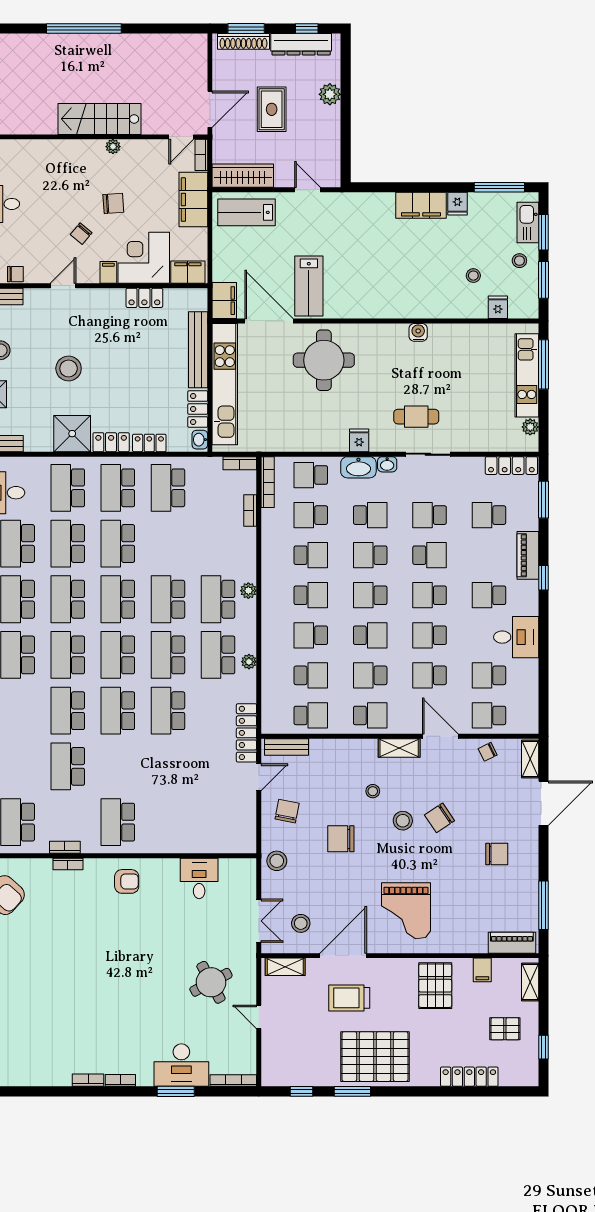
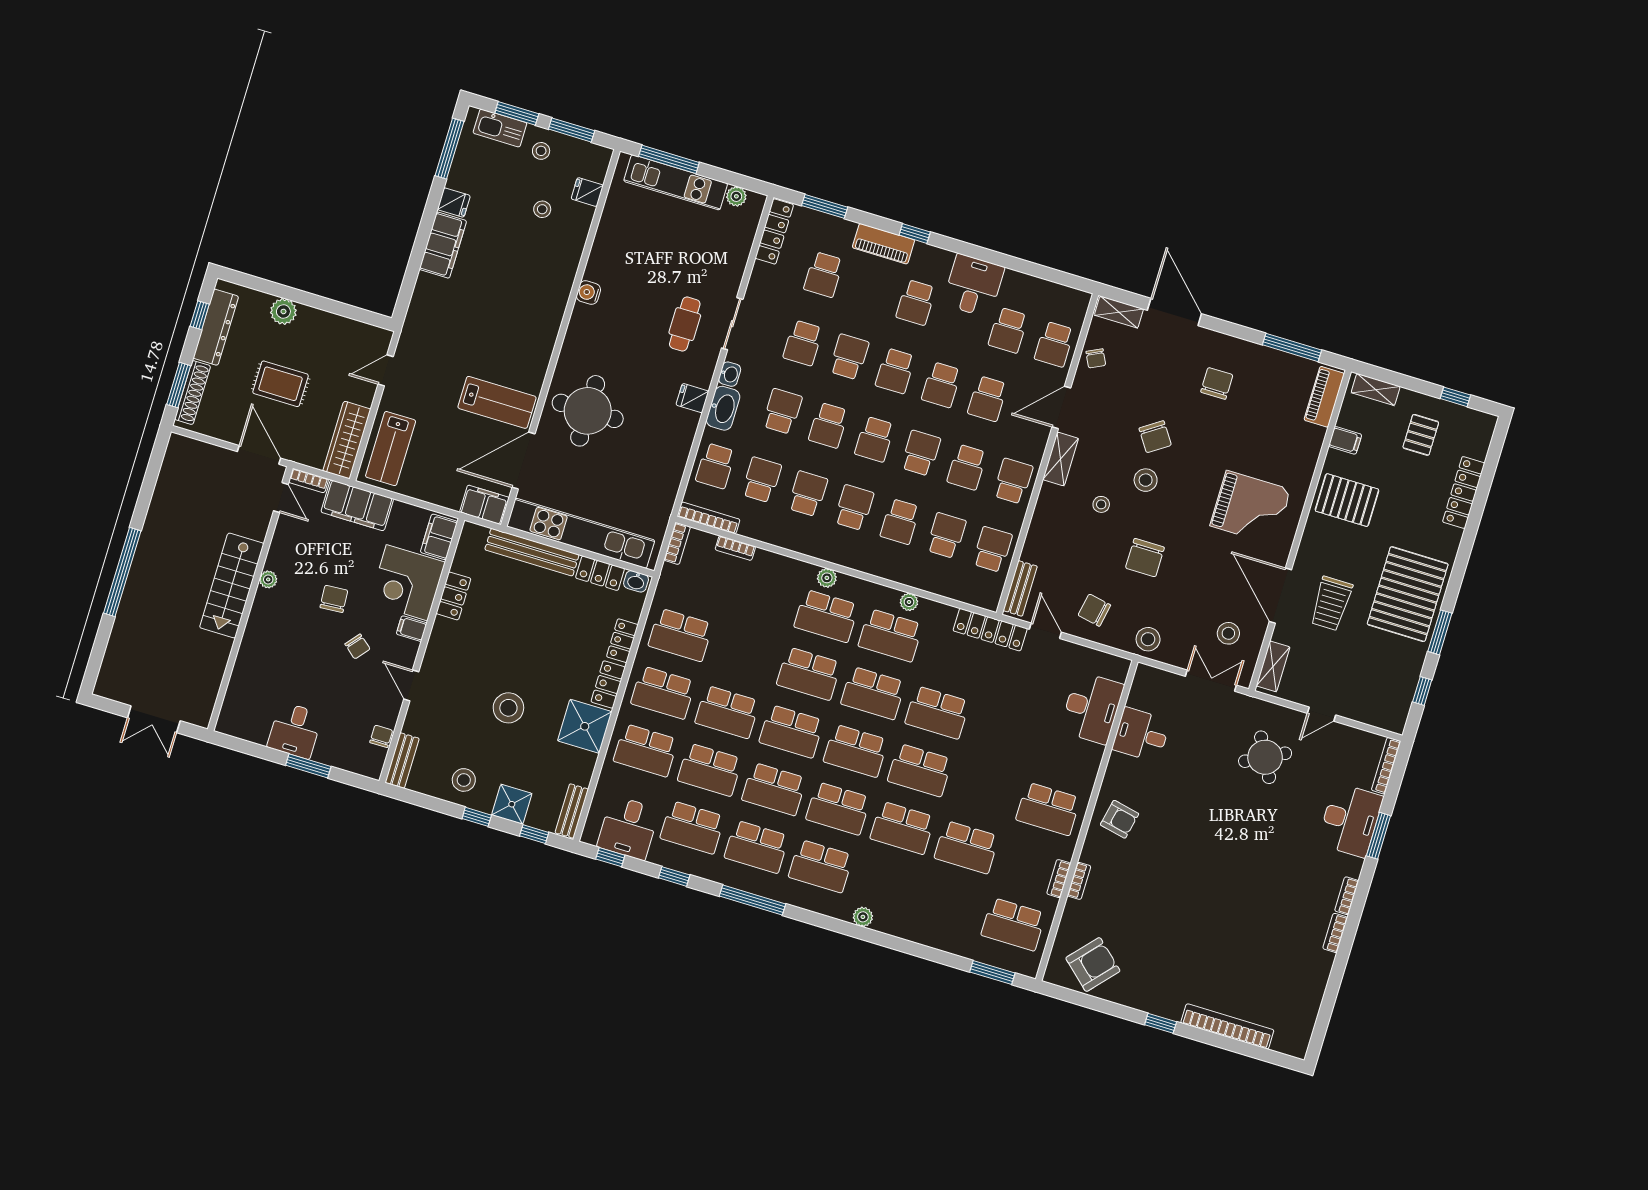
school desk: (311, 515) -> (762, 480), turned 180
desk: (209, 833) -> (1092, 708), added
armchair: (127, 881) -> (1120, 819), turned 102

